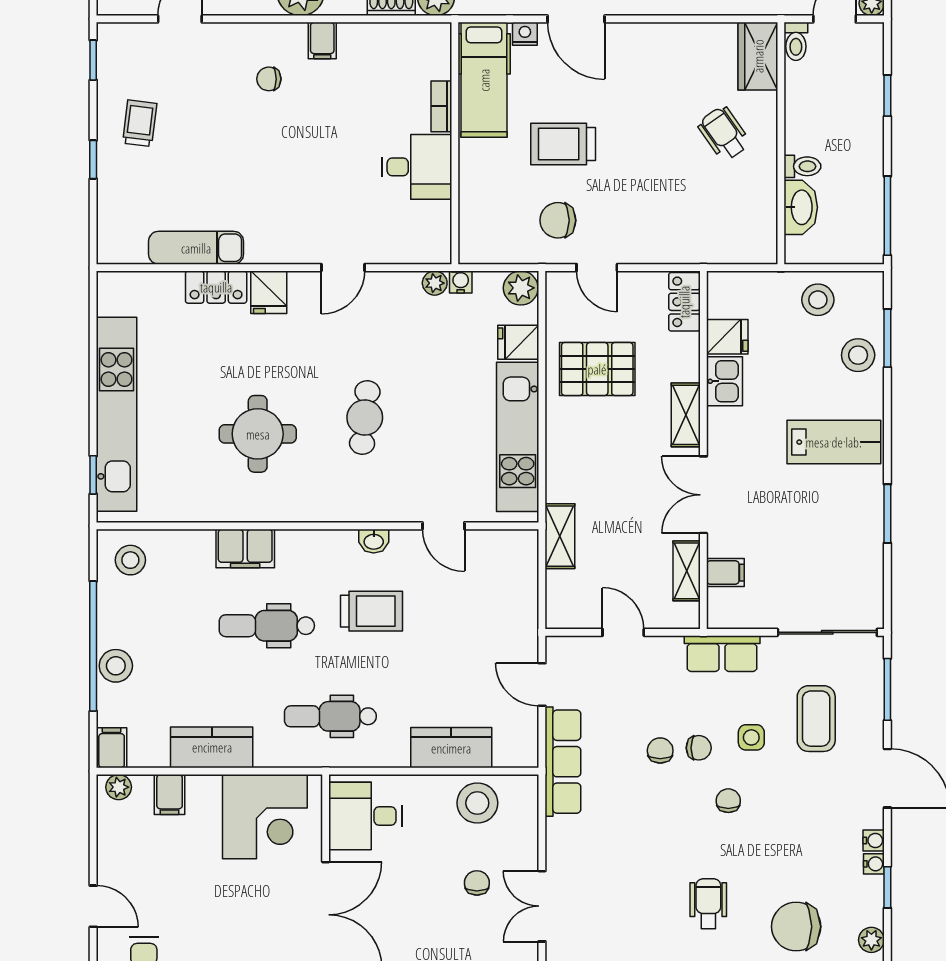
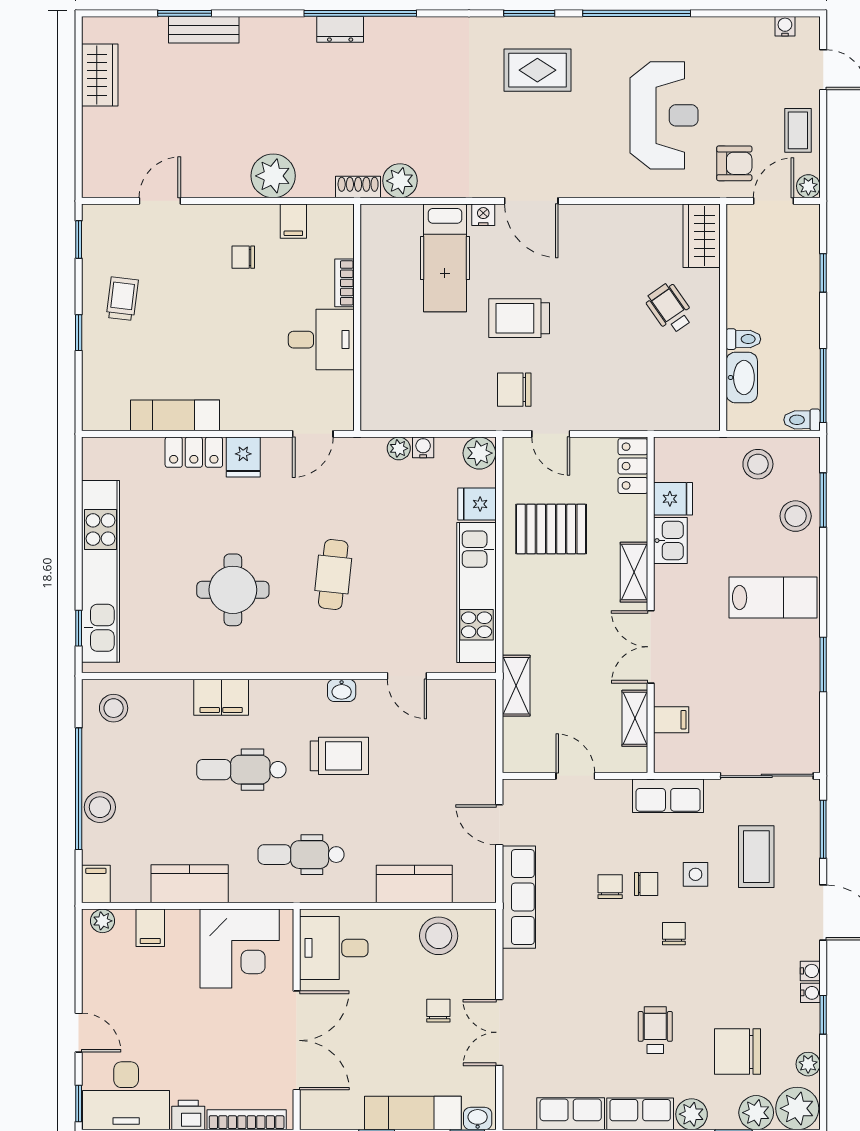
toilet: (796, 41) -> (802, 420), moved, turned 90
bookcase: (441, 106) -> (344, 283), moved
wall: (455, 143) -> (357, 317), moved
desk: (417, 167) -> (321, 340), moved

